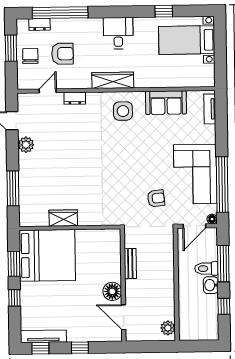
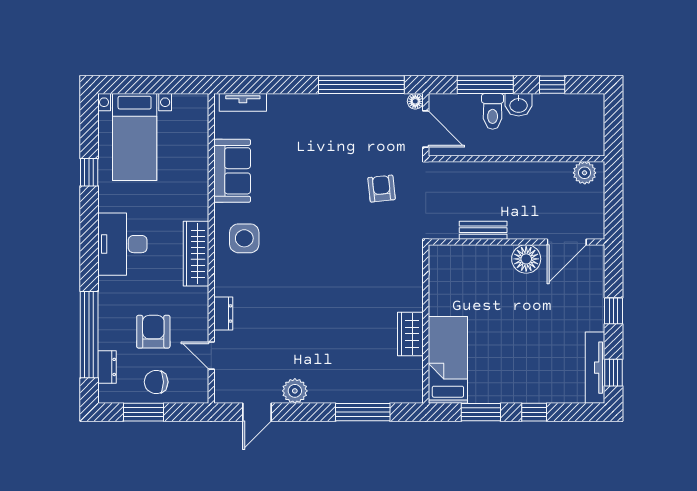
desk: (118, 33) -> (122, 244), width x1.37
corner sofa: (195, 174) -> (345, 127), removed
bed: (47, 255) -> (448, 360), width x0.49

